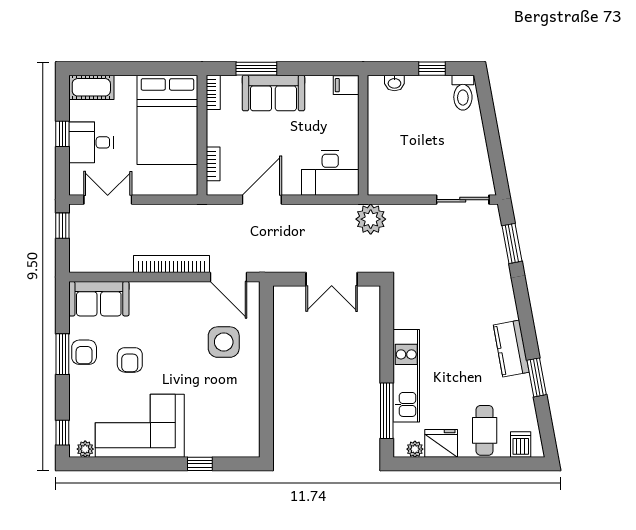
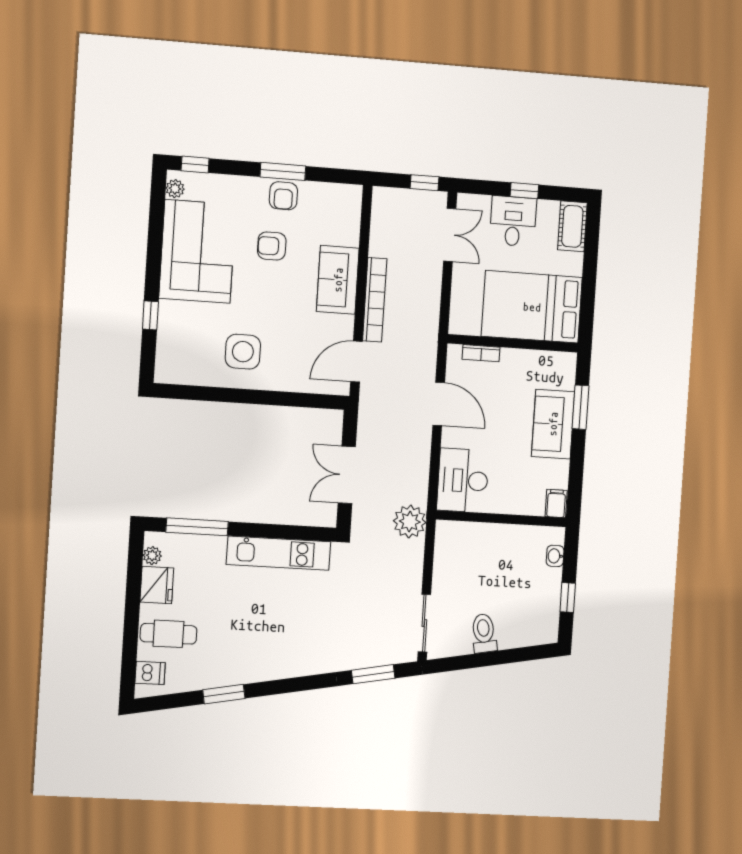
bookcase: (213, 92) -> (558, 359), removed
toilet: (463, 93) -> (484, 633), moved, turned 80
sofa: (99, 299) -> (338, 280), moved
side table: (224, 342) -> (243, 352), moved
kitchen counter: (511, 349) -> (258, 668), removed
armchair: (84, 352) -> (283, 196), turned -90
kitchen unit: (406, 376) -> (279, 553), moved

